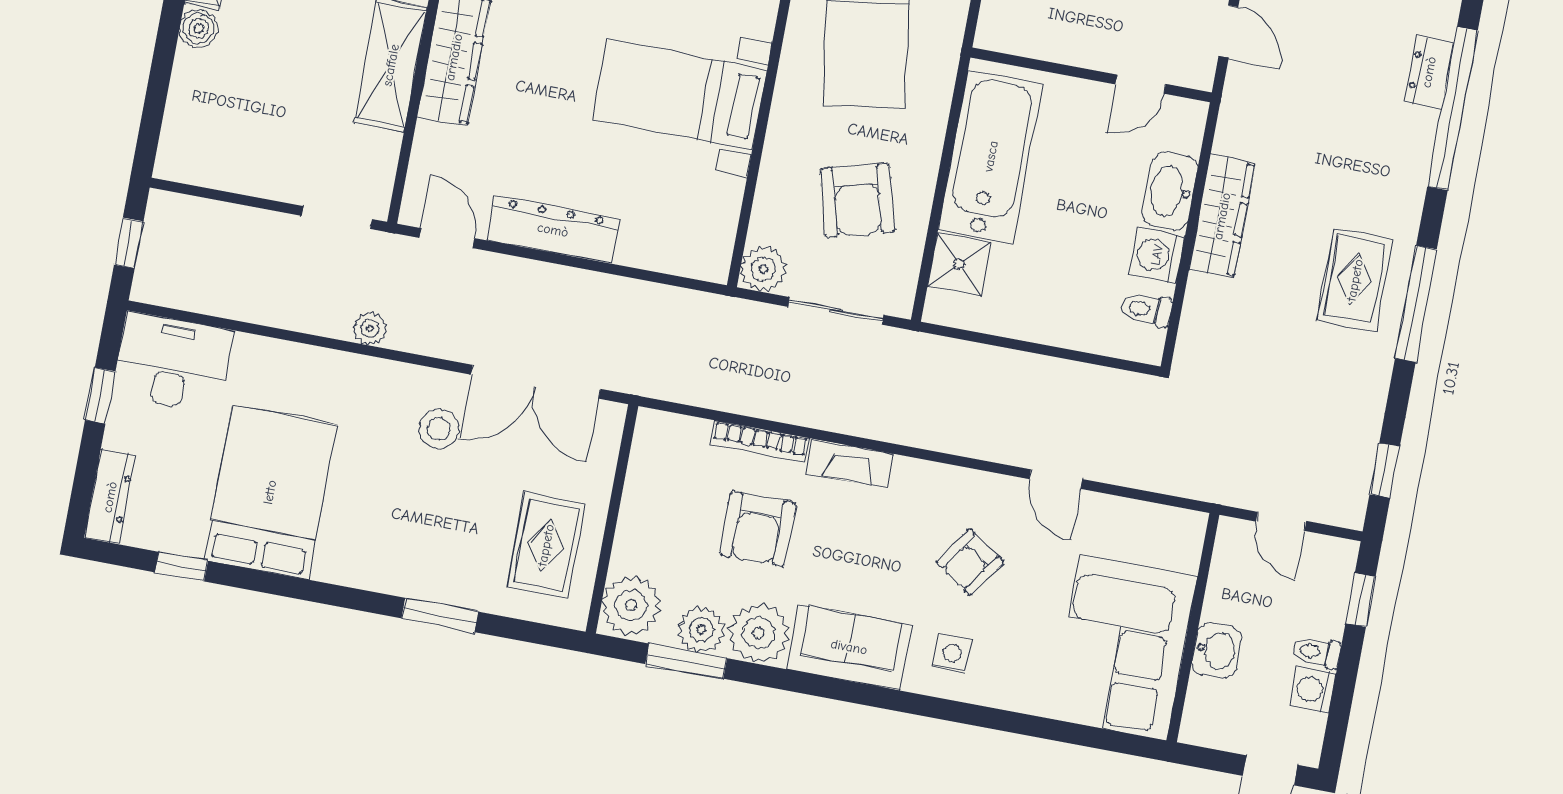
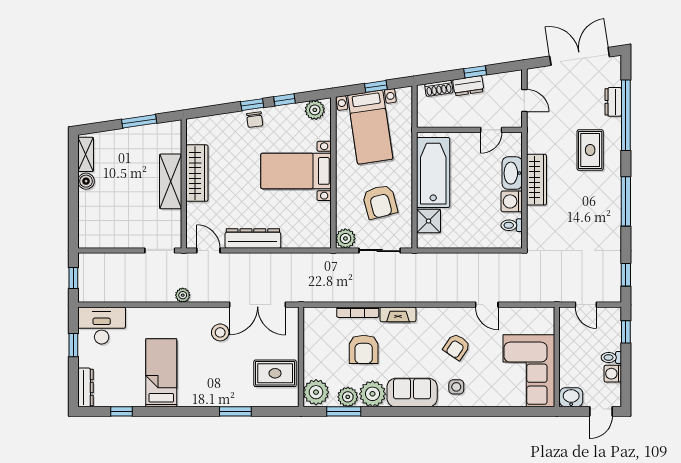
rug: (1355, 280) -> (590, 150), moved
bed: (270, 492) -> (161, 373), width x0.67
rug: (546, 545) -> (275, 373), turned 90
washbasin: (1217, 650) -> (571, 397), moved, turned -90

